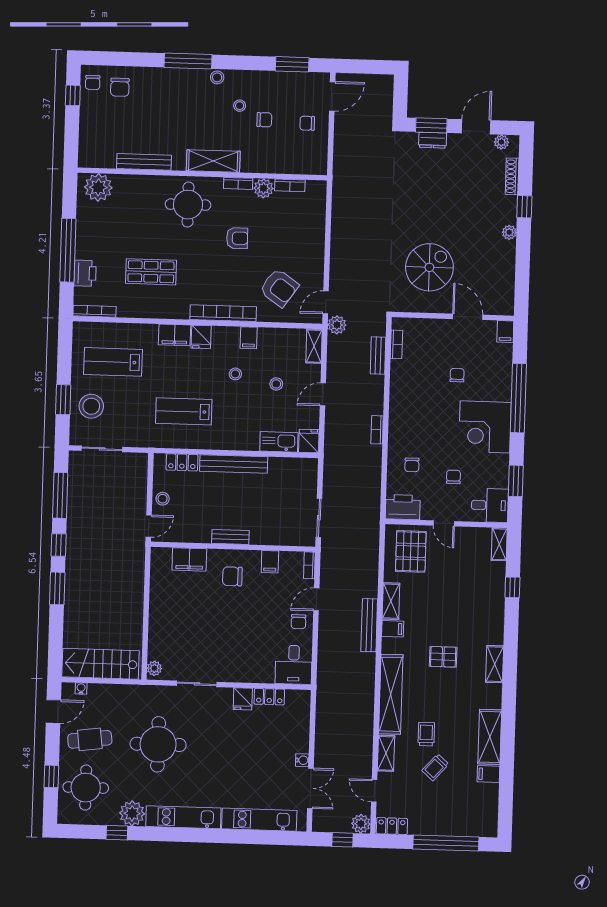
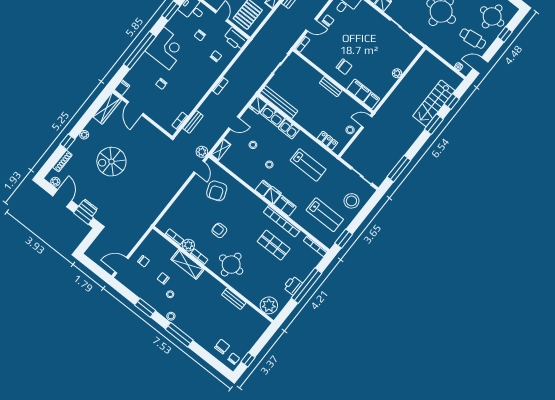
window: (292, 64) -> (145, 308), moved
door: (476, 127) -> (62, 198), swing flipped
shelving: (213, 161) -> (187, 264), moved
bench: (144, 162) -> (234, 299), width x0.73
spiral stairs: (429, 267) -> (111, 162), moved
printer: (85, 273) -> (293, 285), moved
armchair: (279, 288) -> (217, 191), turned -146
wardrobe: (505, 290) -> (107, 108), added
door: (326, 302) -> (199, 167), hinge flipped
bookcase: (223, 313) -> (282, 221), moved
filing cabinet: (249, 338) -> (263, 188), moved
window: (63, 400) -> (344, 239), moved
kitchen sink: (244, 440) -> (289, 129), added
bench: (234, 464) -> (279, 102), moved
window: (59, 545) -> (452, 102), moved
filing cabinet: (270, 562) -> (372, 101), moved
stairs: (100, 664) -> (434, 103), moved, turned 90
plant: (154, 668) -> (397, 73), moved

